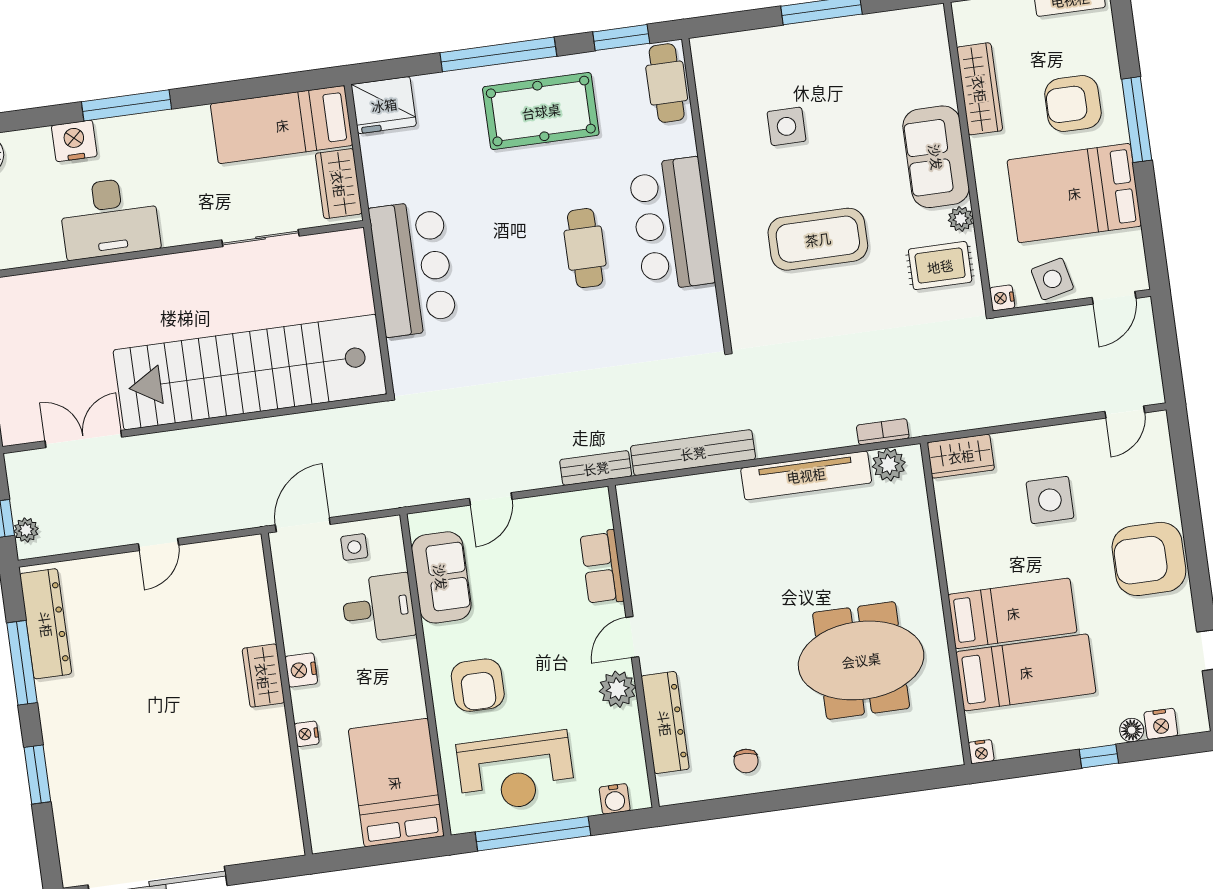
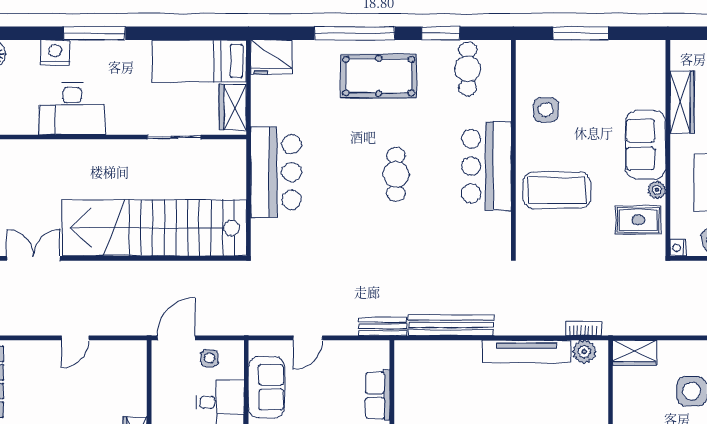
wall: (706, 193) -> (513, 148), moved
bar counter: (672, 224) -> (486, 166), moved

